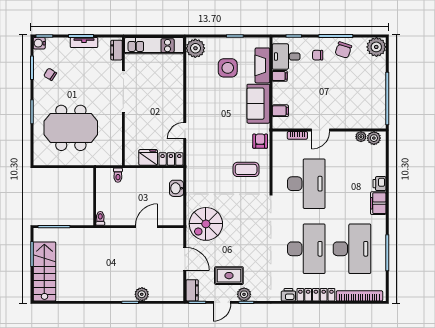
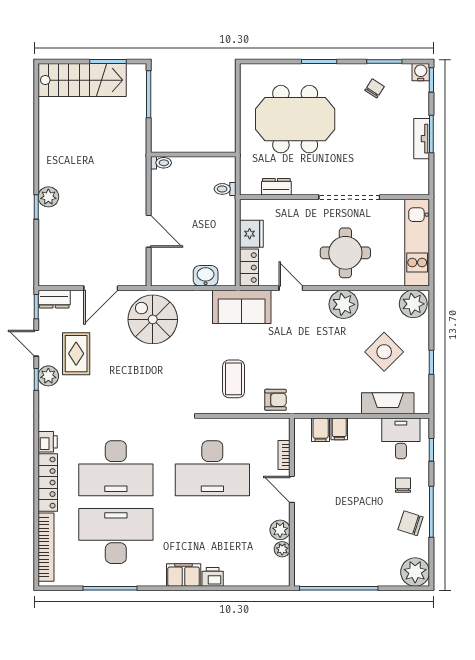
dresser: (116, 50) -> (276, 187), moved
side table: (228, 68) -> (384, 352), turned 45
filing cabinet: (280, 76) -> (339, 429), moved
round table: (161, 94) -> (345, 253), added
plant: (196, 95) -> (343, 304), added
sofa: (258, 104) -> (242, 307), moved, turned 180
meeting table: (71, 128) -> (295, 119), turned 90
plant: (374, 138) -> (280, 530), moved
desk: (352, 249) -> (116, 536), turned 180
plant: (142, 294) -> (48, 197), moved

